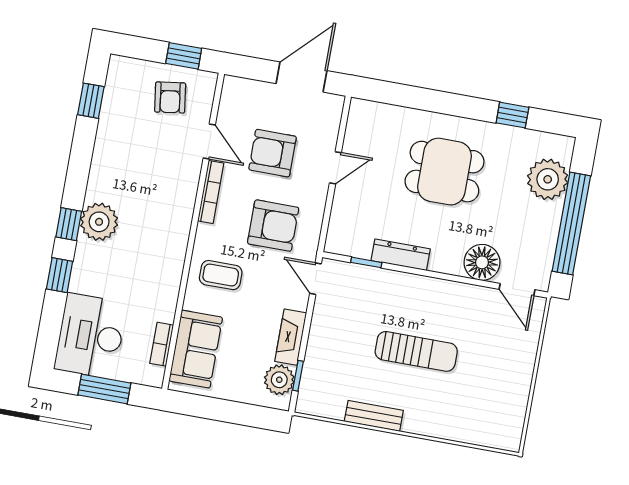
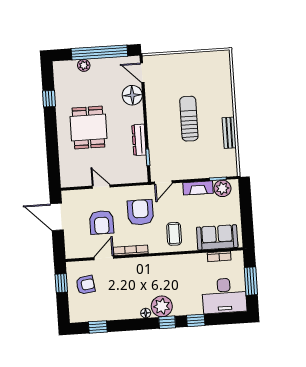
plant: (548, 179) -> (84, 65), width x0.53, depth x0.53
floor lamp: (94, 191) -> (146, 313), added
door: (517, 290) -> (142, 73), swing flipped

